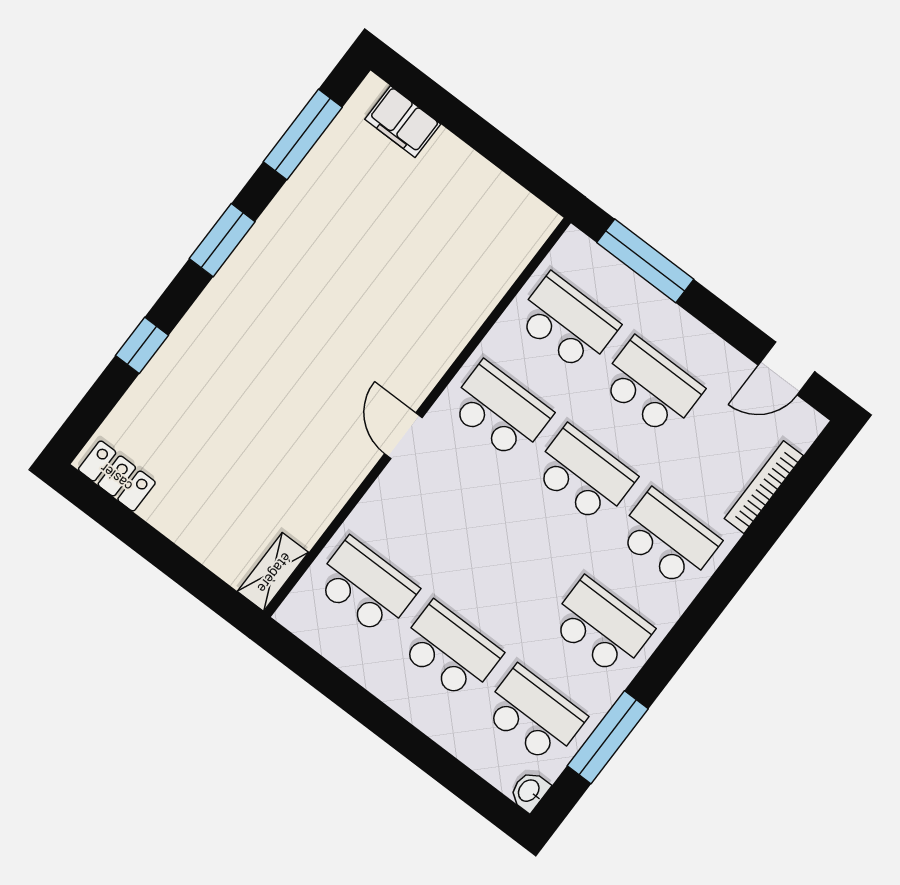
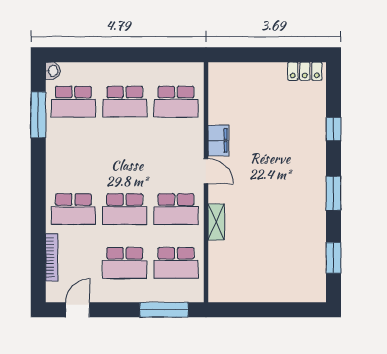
filing cabinet: (403, 122) -> (218, 140), moved, turned 90
window: (303, 135) -> (333, 258), width x0.69
shelving: (273, 572) -> (216, 222), moved
school desk: (601, 627) -> (73, 155), removed

